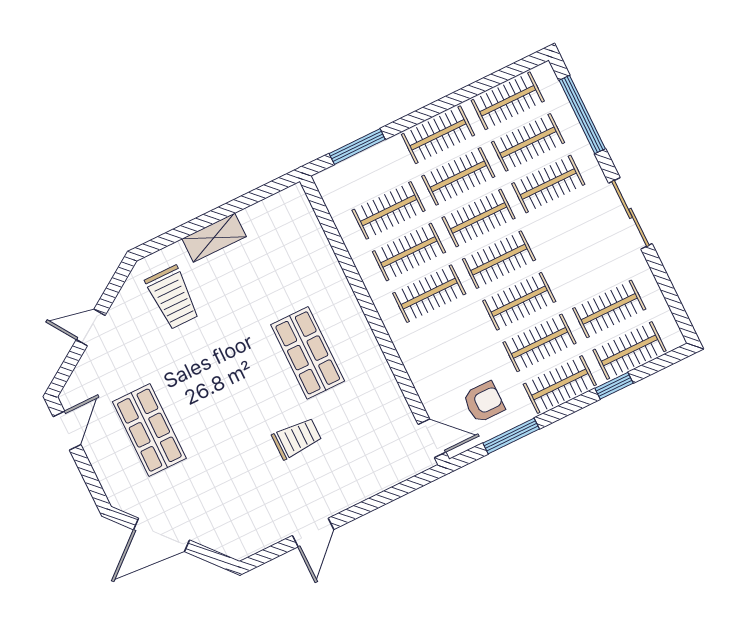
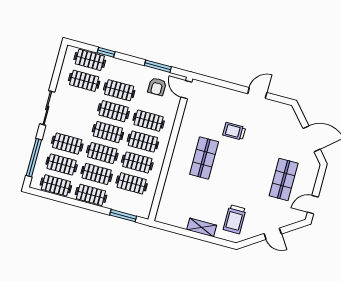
trolley: (172, 297) -> (235, 219), turned 180
clothes rail: (560, 384) -> (149, 121), moved
armchair: (484, 402) -> (157, 87), turned -90

